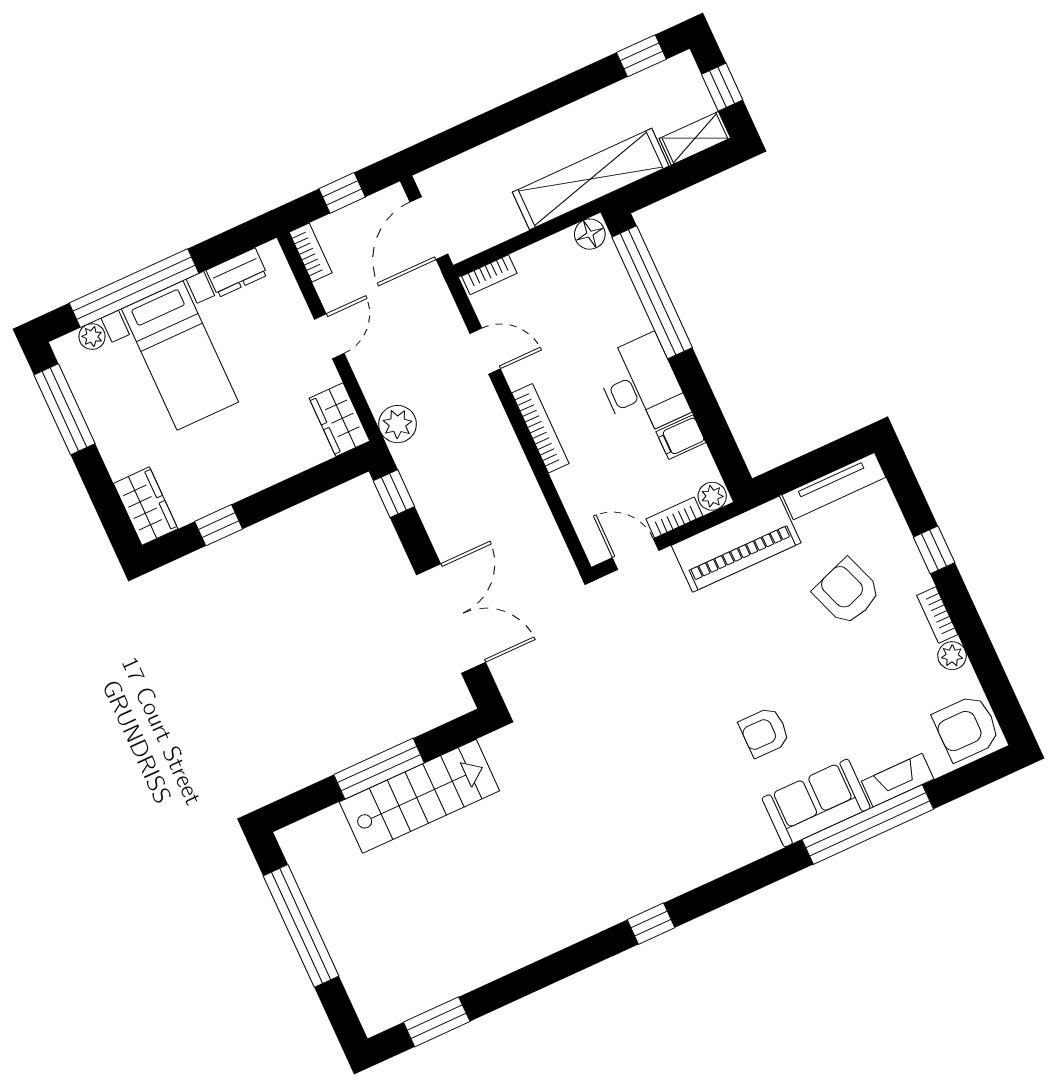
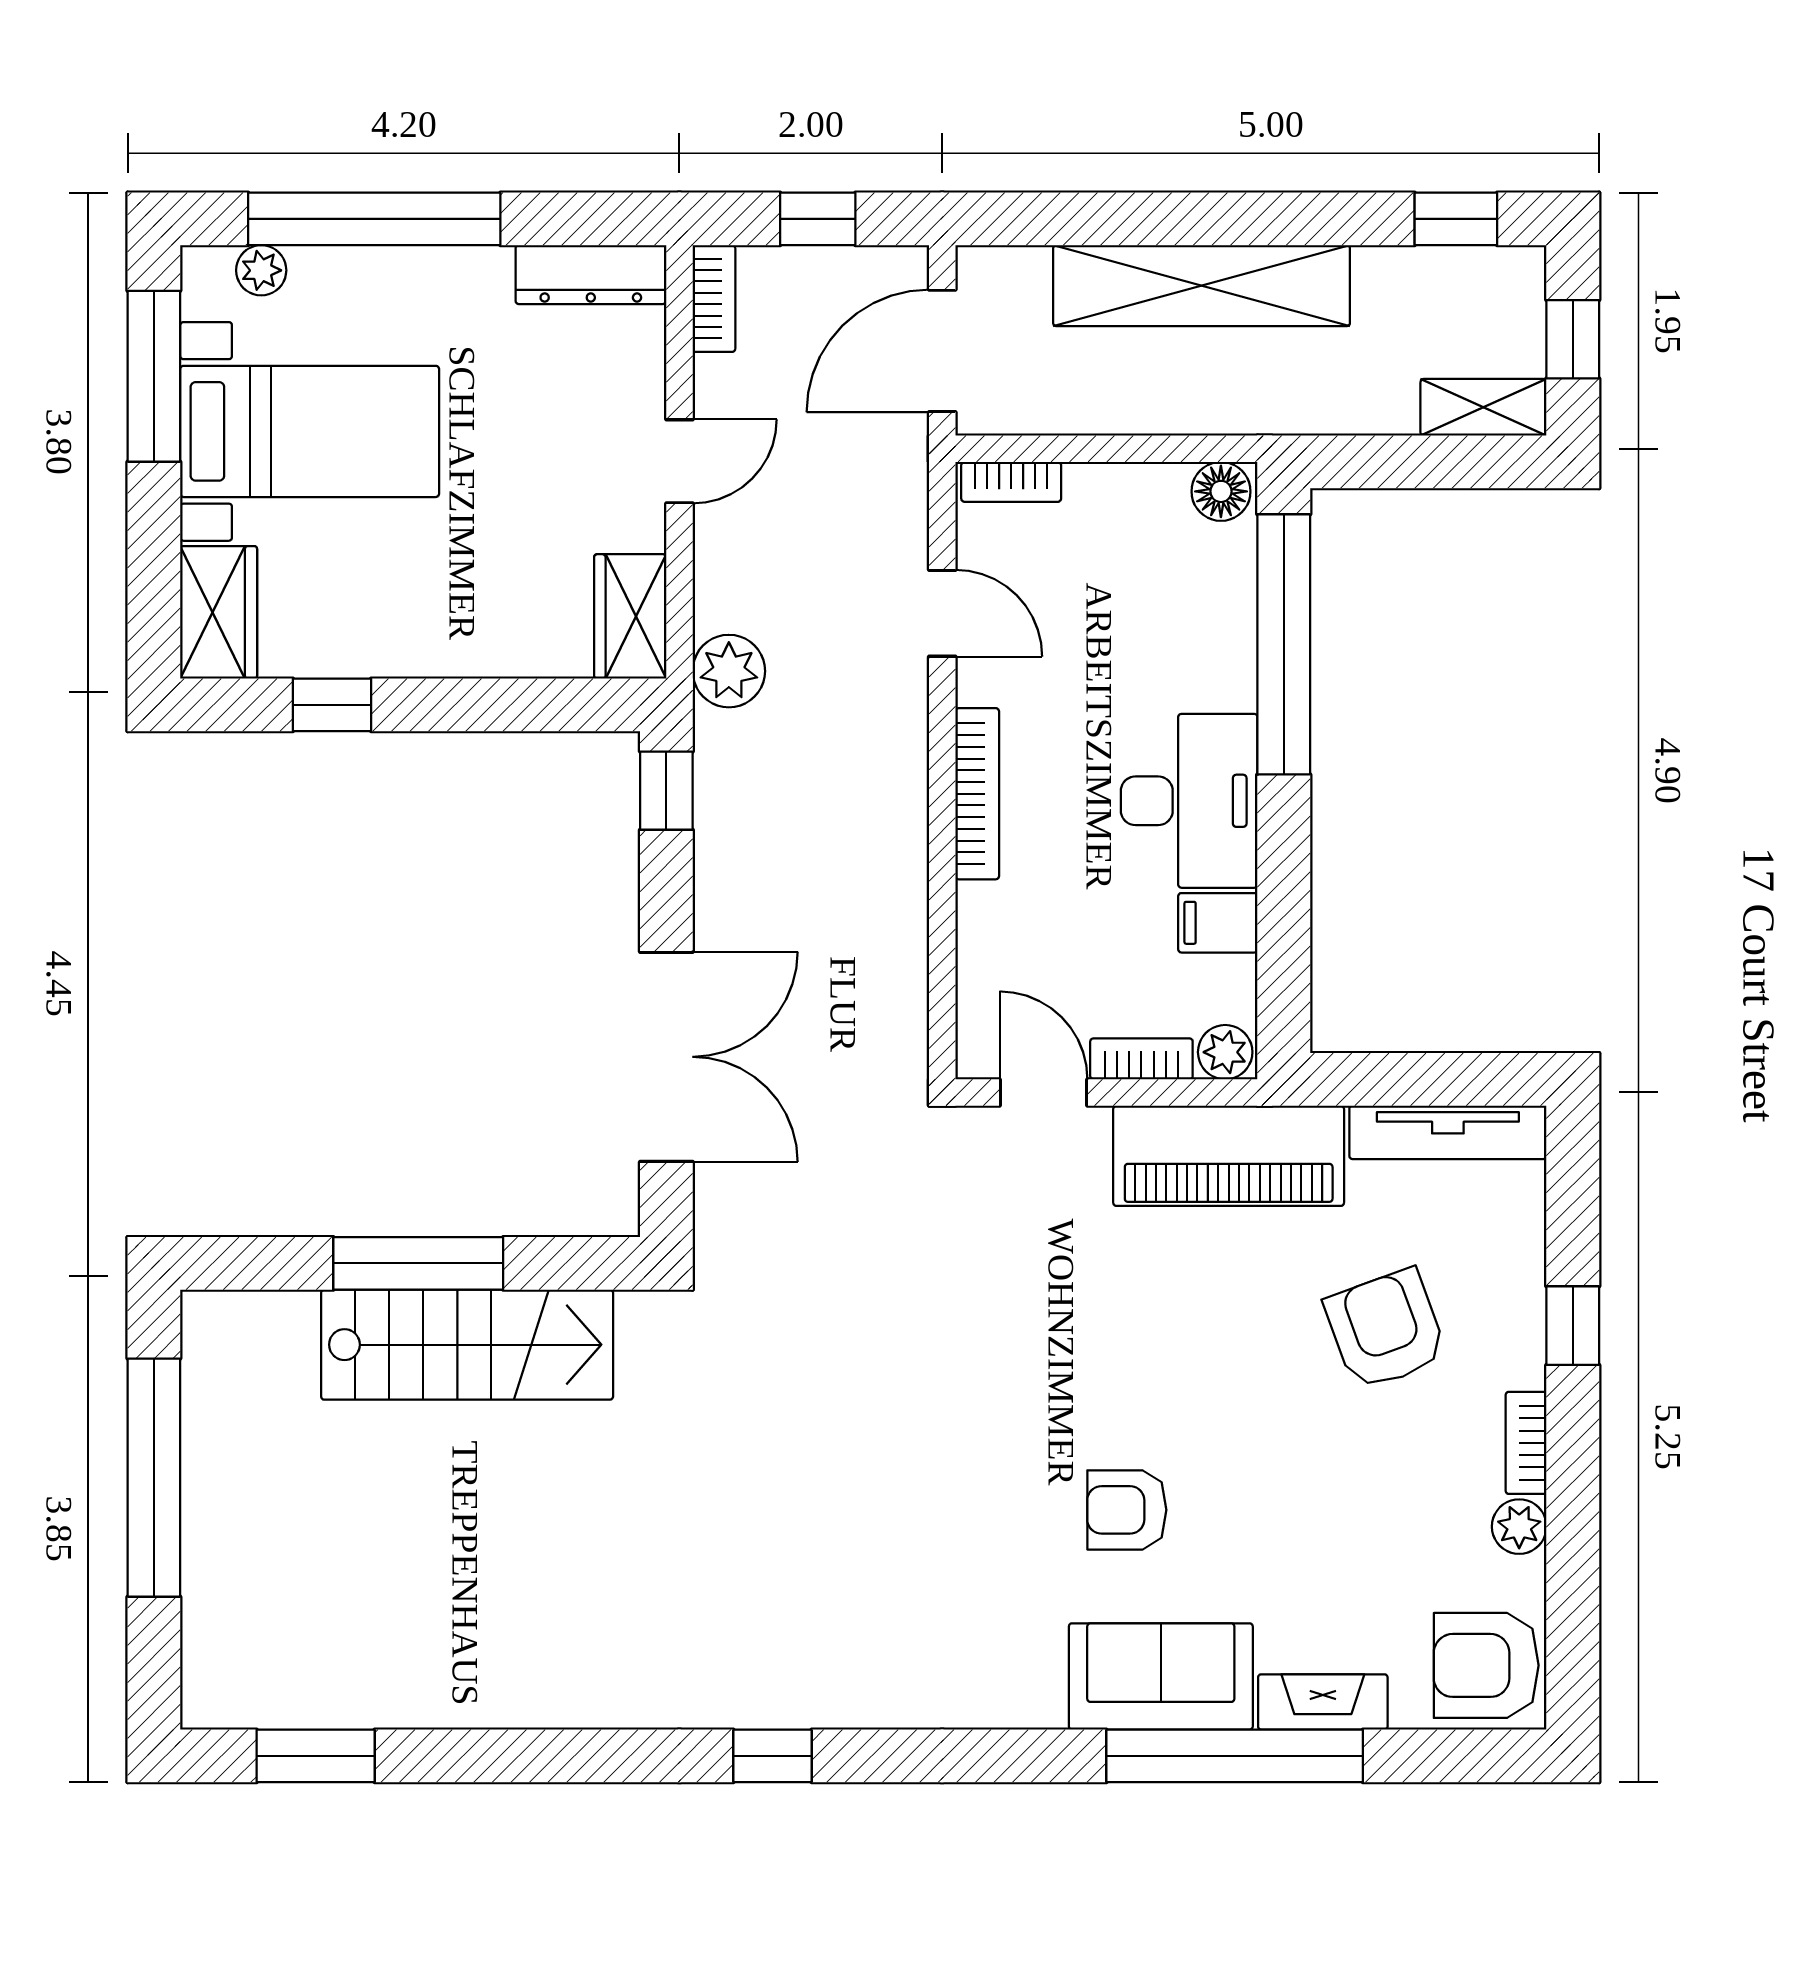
shelving: (591, 179) -> (1202, 286), moved
dresser: (237, 273) -> (591, 275), width x1.44
bed with nightstands: (180, 355) -> (310, 431), moved, turned -90

